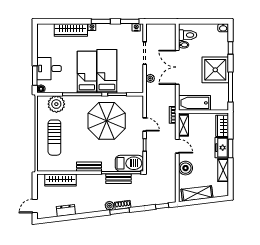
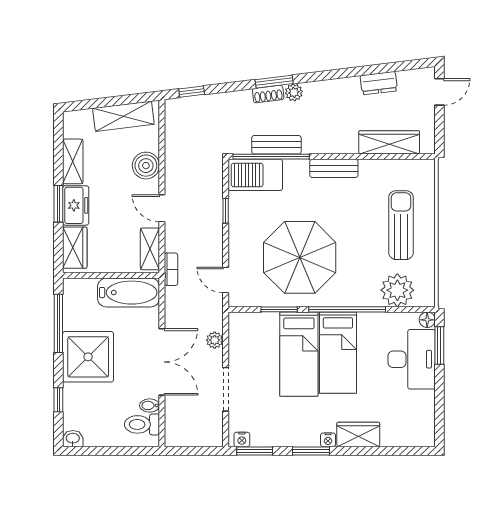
wardrobe: (71, 30) -> (358, 434), width x0.67
desk: (49, 69) -> (412, 359), width x1.37
door: (145, 124) -> (226, 280), moved

